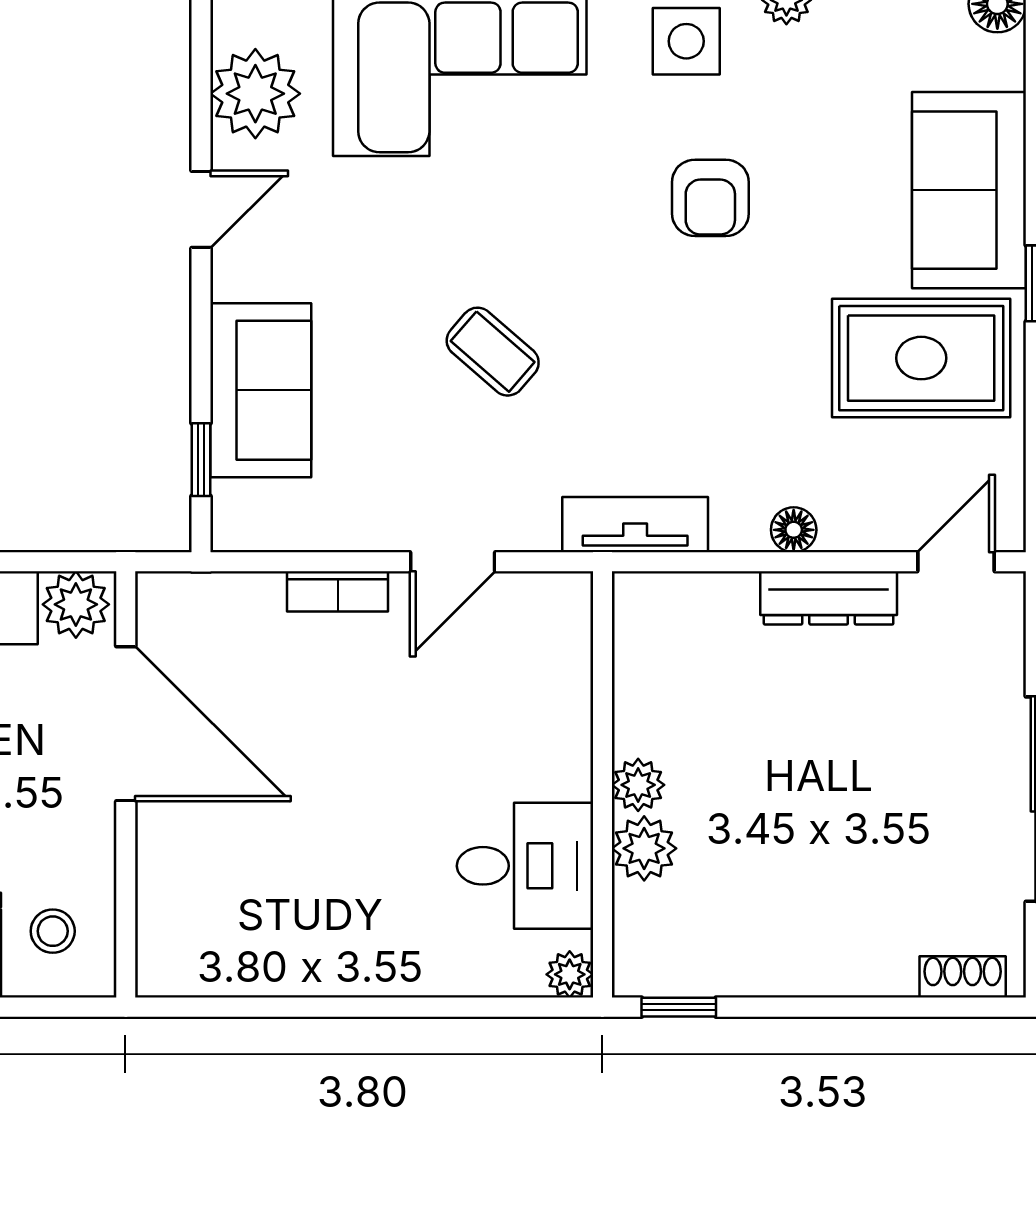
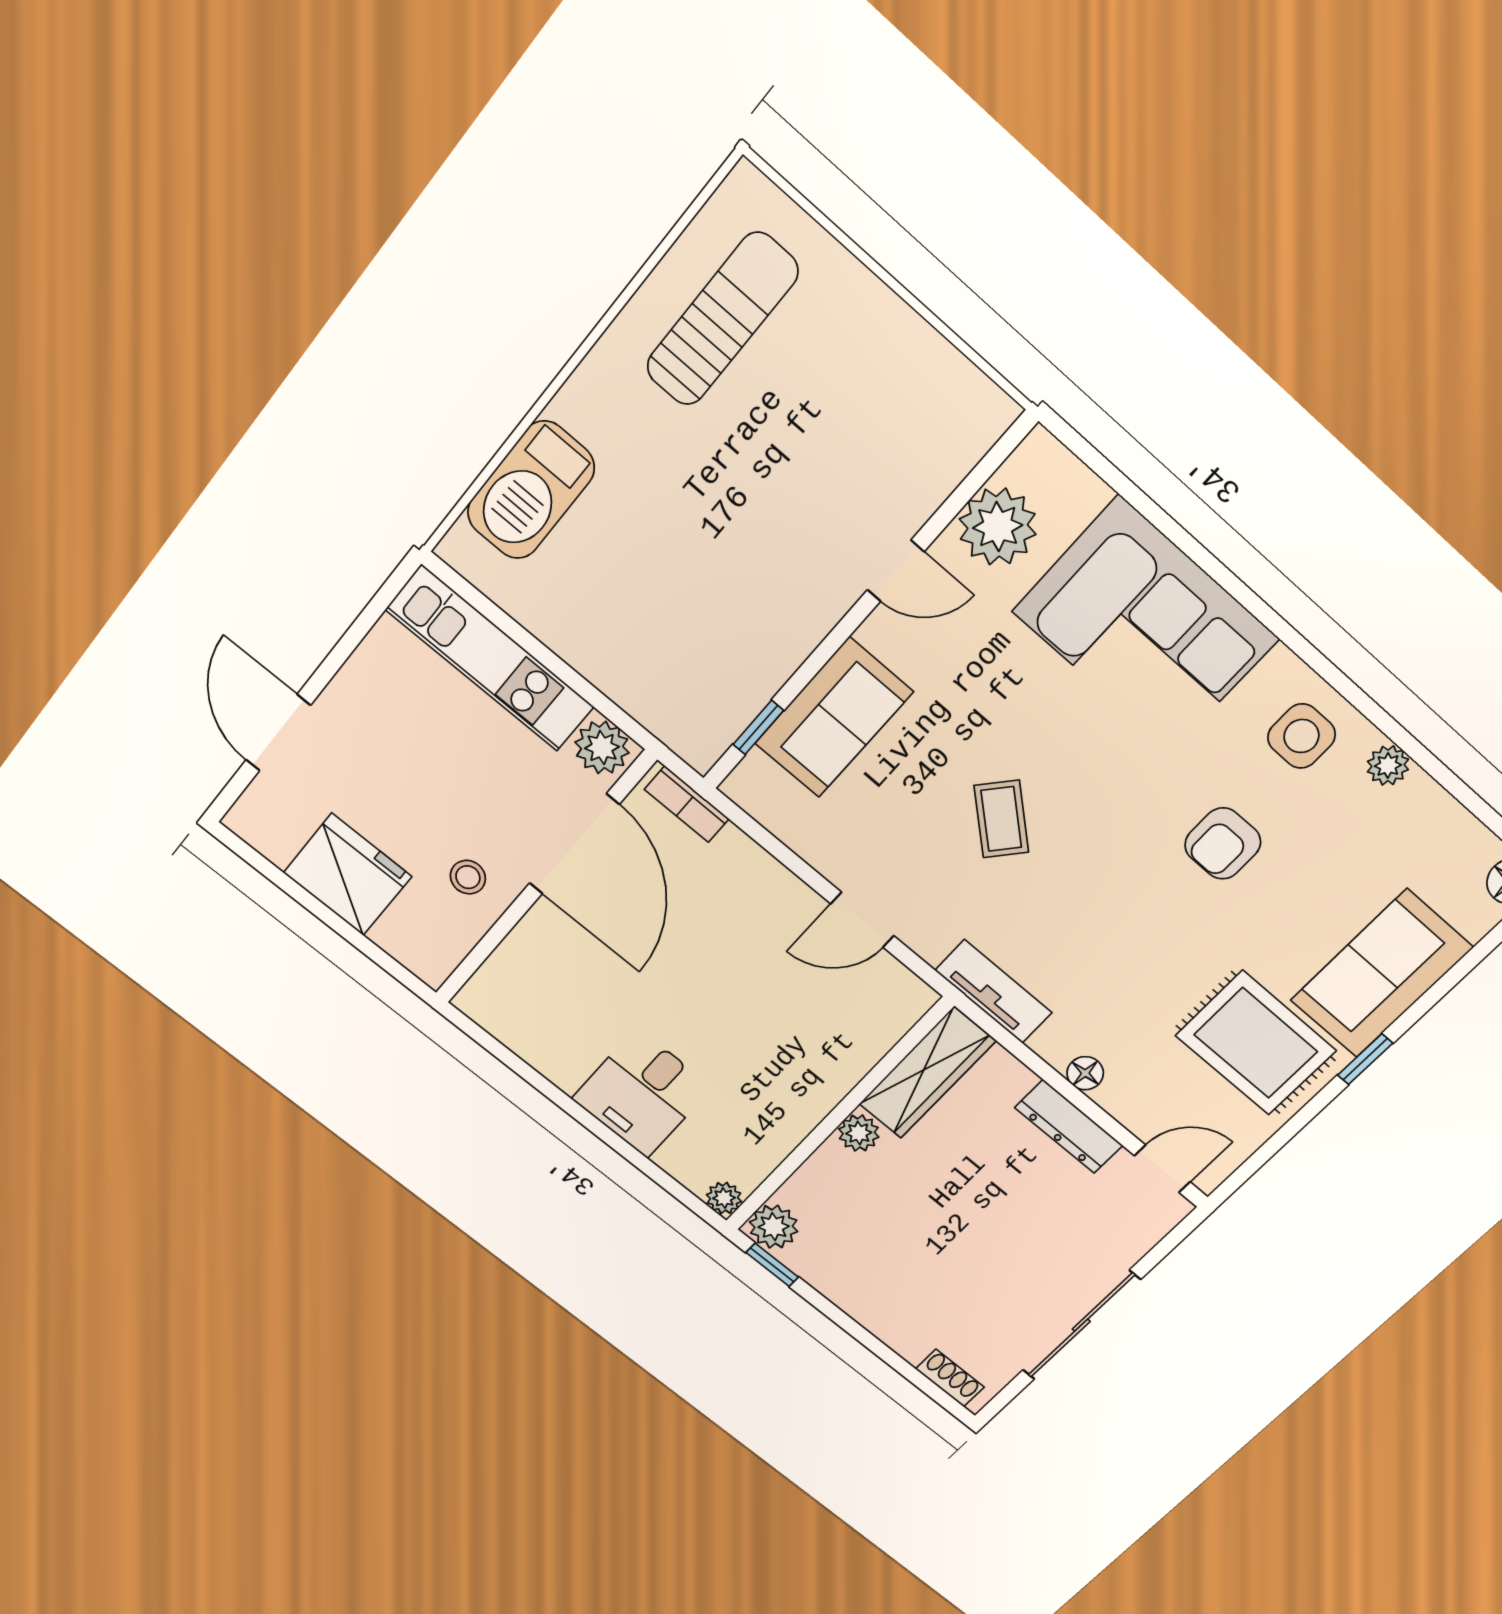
bookcase: (338, 591) -> (687, 804), moved
wardrobe: (647, 663) -> (927, 1073), added
plant: (644, 848) -> (774, 1227), moved
desk: (525, 866) -> (642, 1093), moved, turned 90
stool: (53, 931) -> (468, 877), moved

